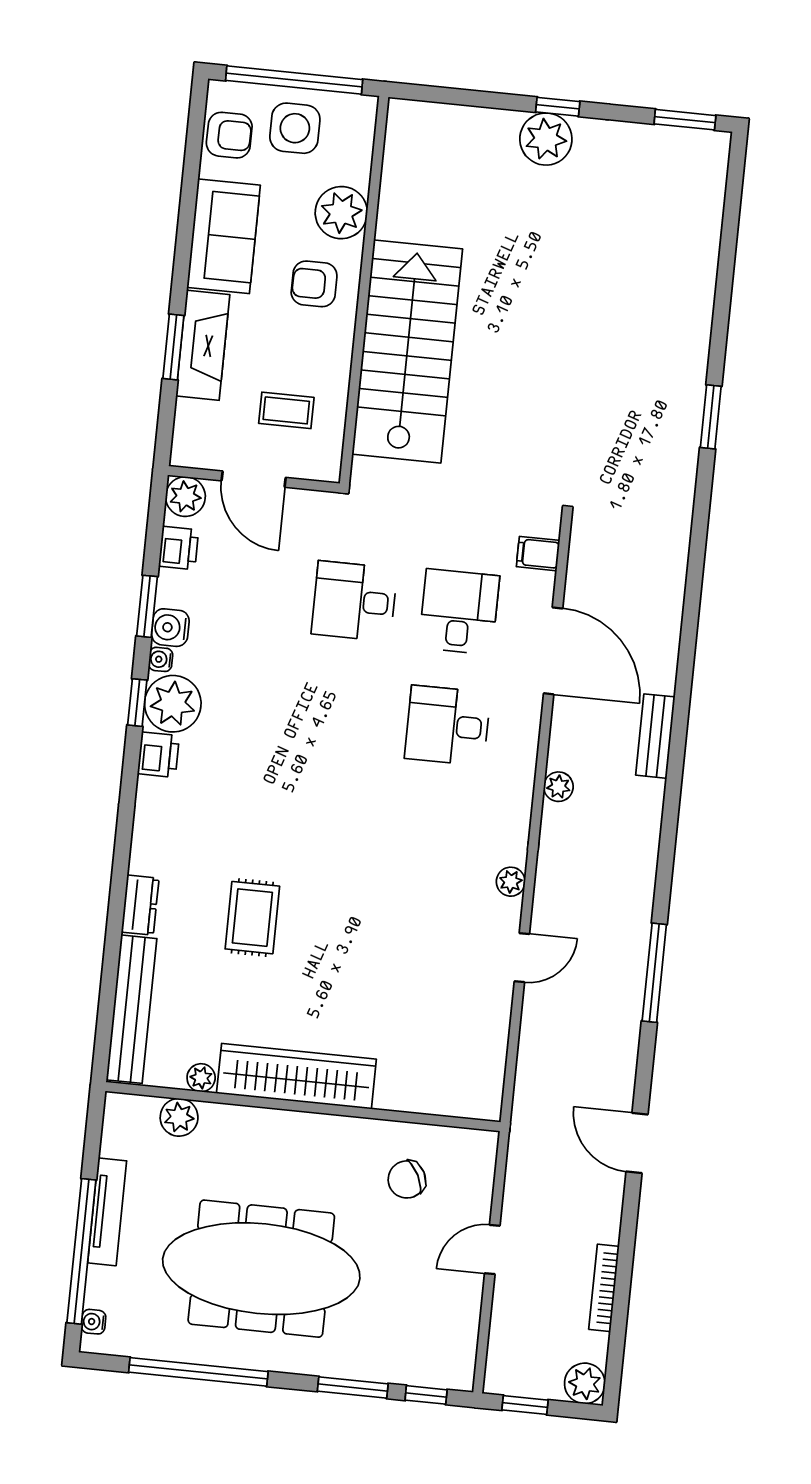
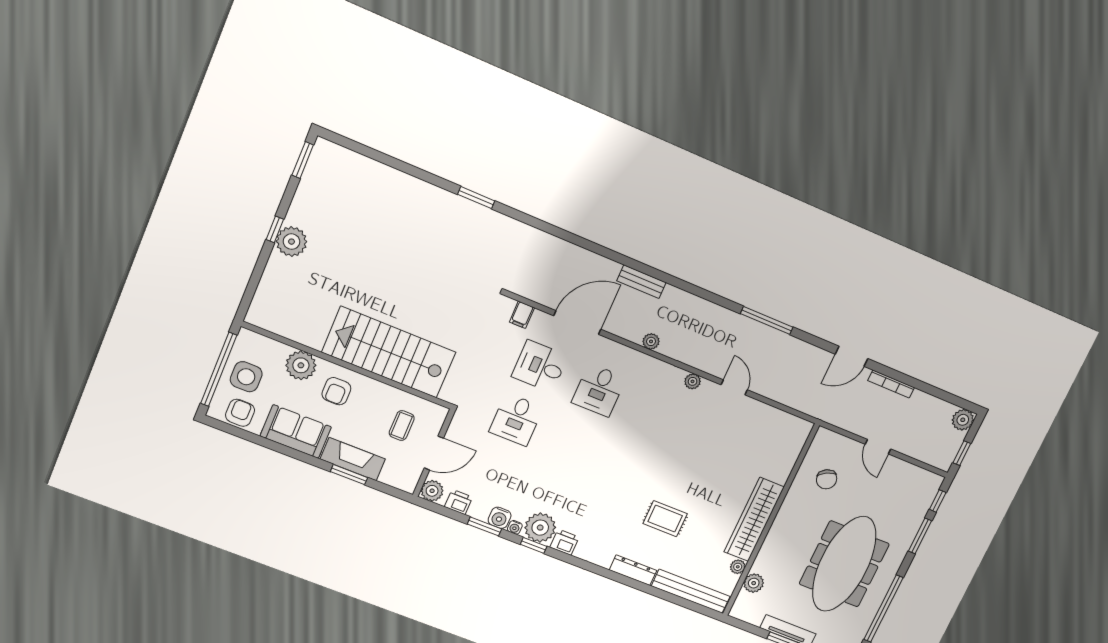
dresser: (140, 905) -> (633, 570), width x1.44
bookcase: (604, 1288) -> (891, 384), moved

